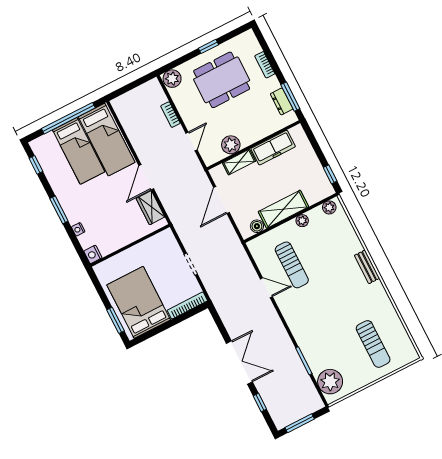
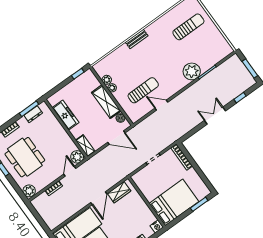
door: (192, 141) -> (70, 171), hinge flipped
plant: (231, 145) -> (77, 157), moved
shelving: (239, 162) -> (85, 146), moved
door: (146, 177) -> (99, 198), hinge flipped
door: (221, 200) -> (116, 138), moved
plant: (329, 207) -> (107, 80), moved
door: (266, 288) -> (161, 105), hinge flipped
bed: (139, 302) -> (174, 202), moved, turned 180
double door: (239, 363) -> (215, 116), width x0.73
plant: (330, 382) -> (192, 71), moved

